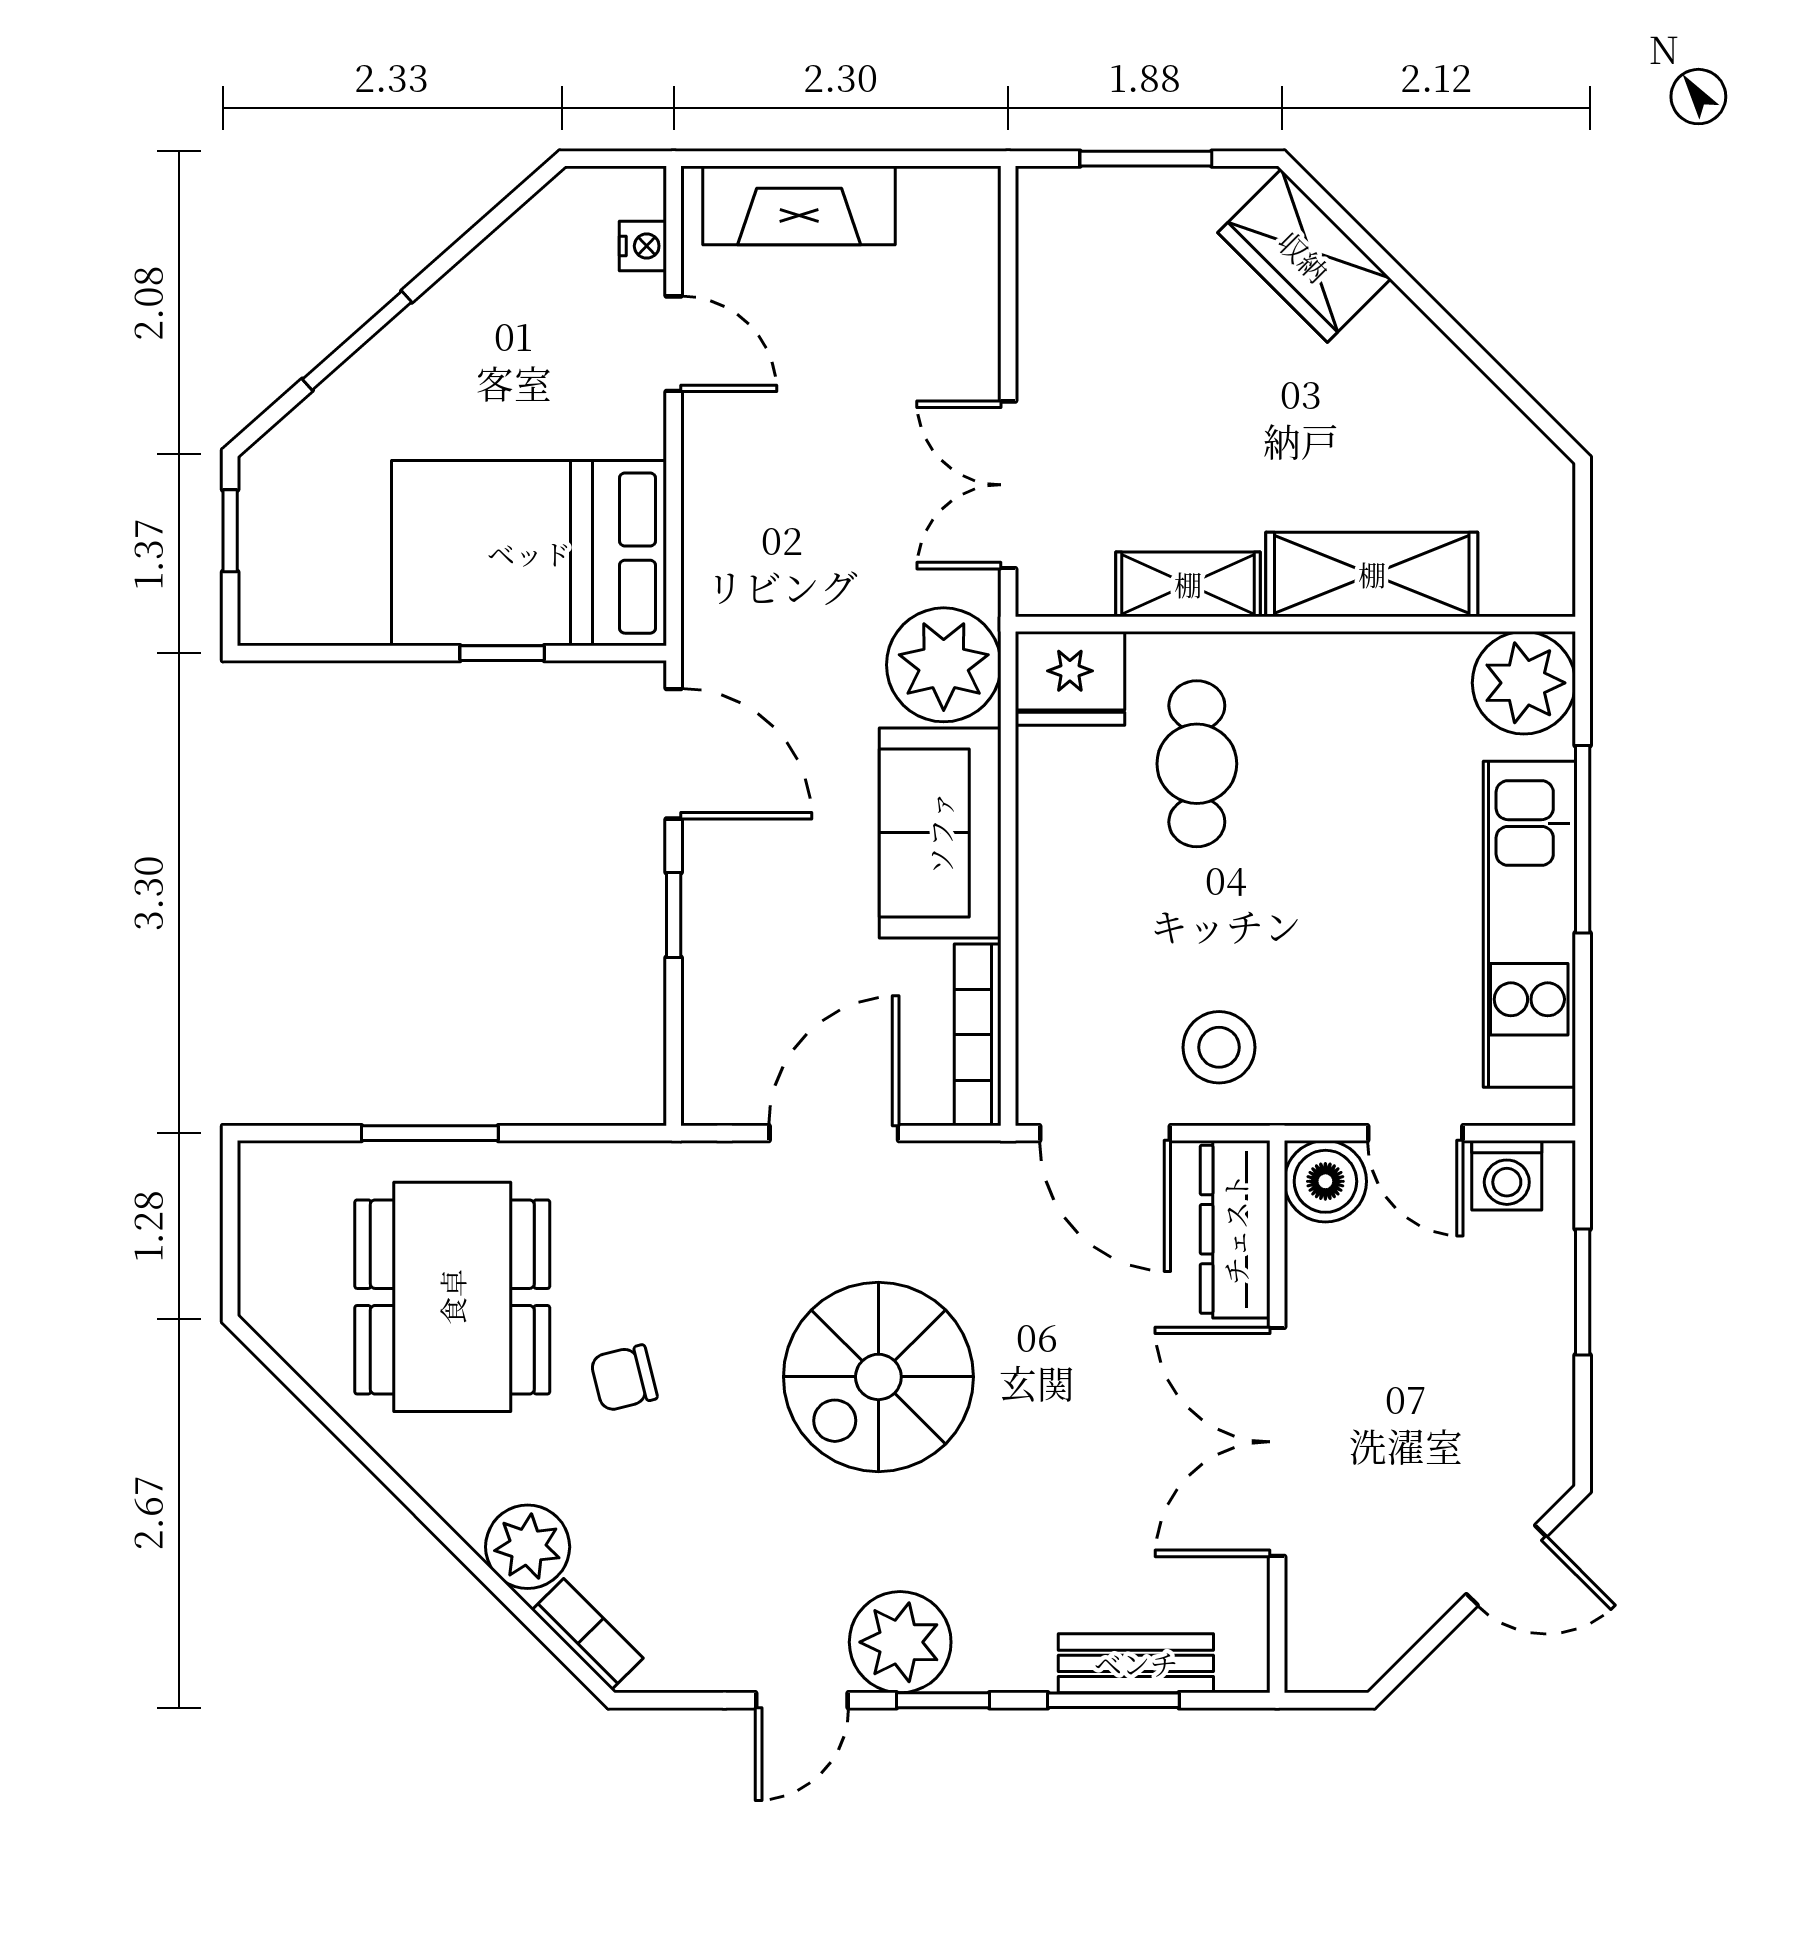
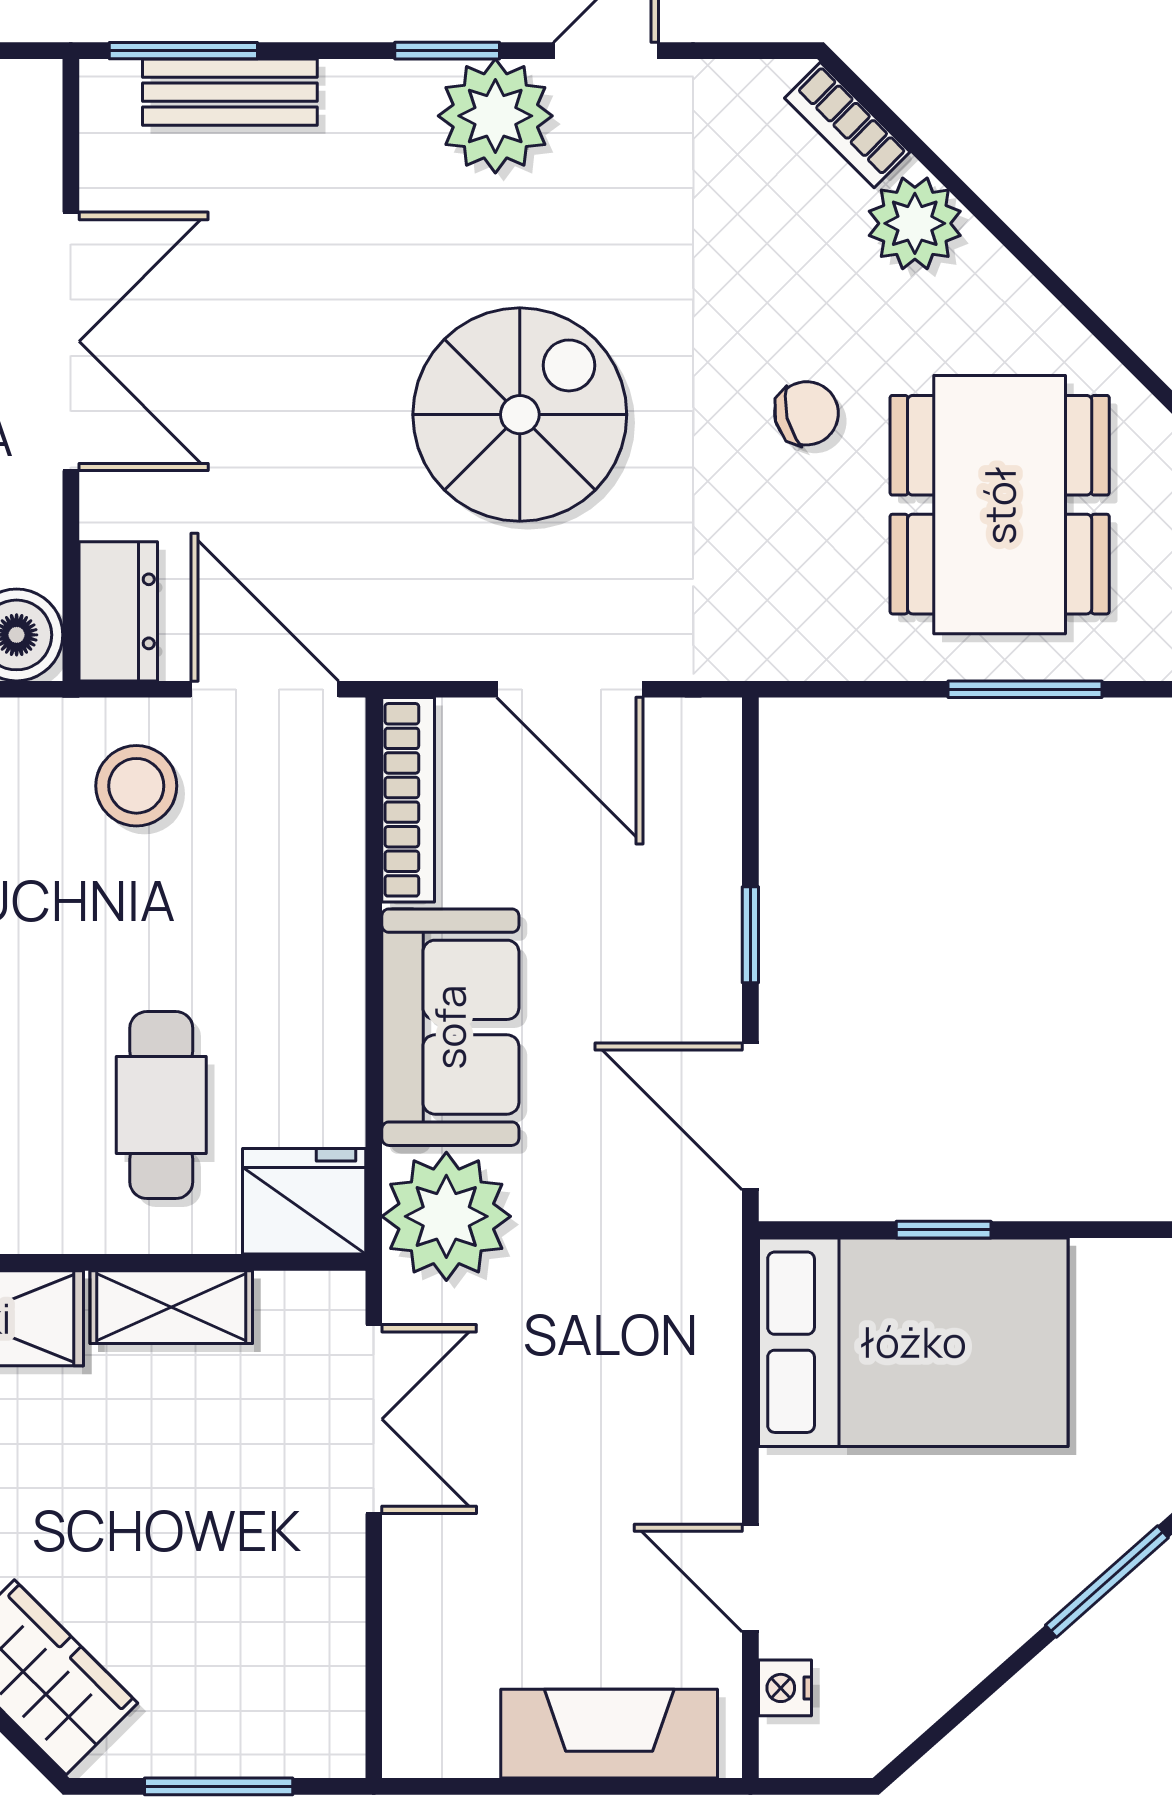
door: (834, 1133) -> (570, 689), hinge flipped
dresser: (1235, 1229) -> (118, 611), width x0.70
window: (1113, 1700) -> (183, 51), moved

